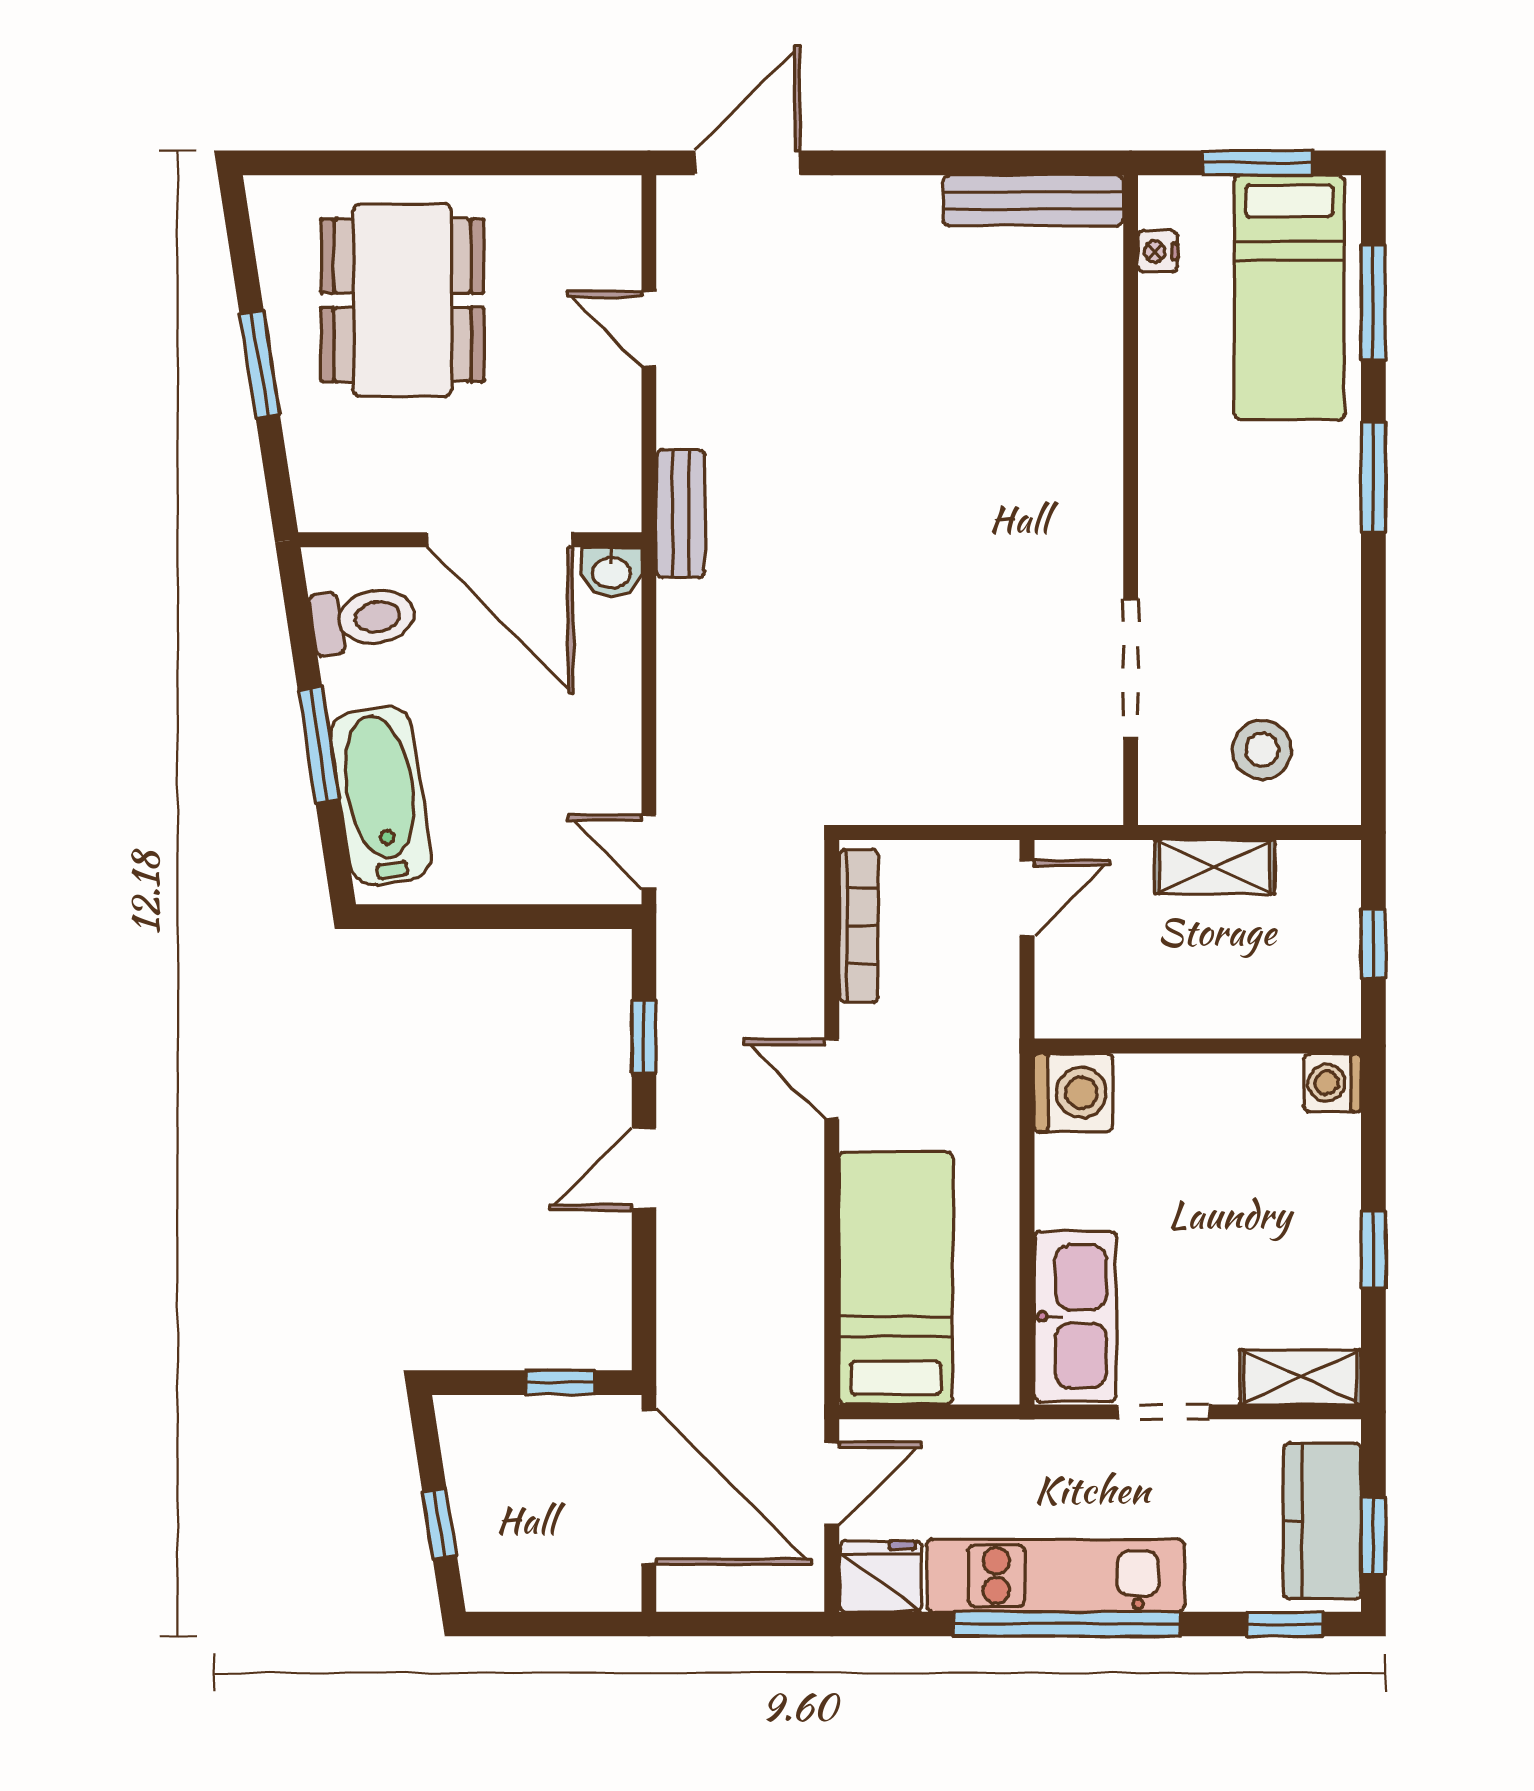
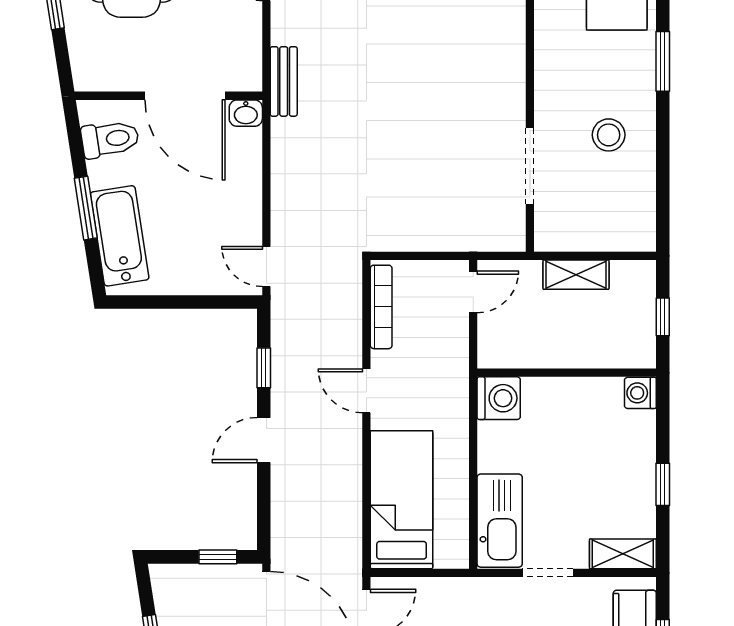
stool: (1262, 750) -> (609, 135), moved

